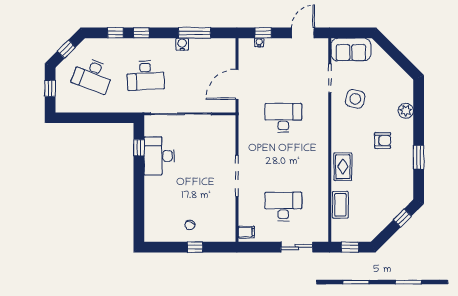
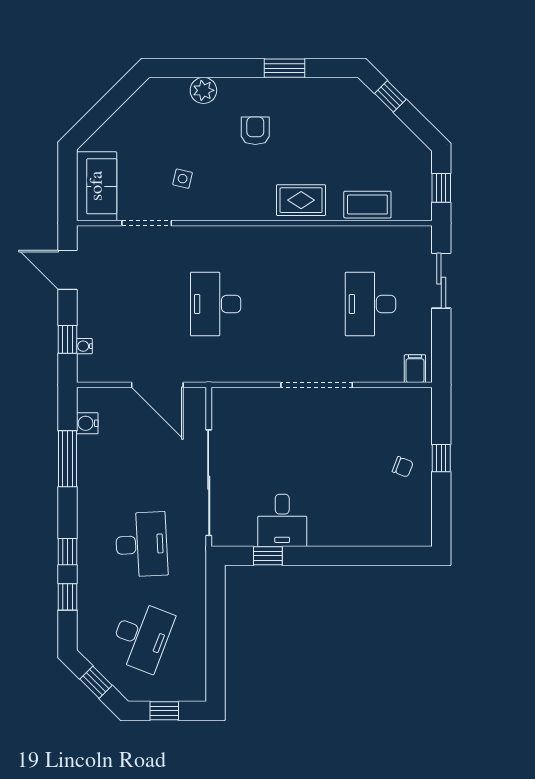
water cooler: (182, 44) -> (87, 423), moved
side table: (355, 99) -> (183, 179), width x0.54, depth x0.54
desk: (159, 156) -> (282, 520), width x0.73

